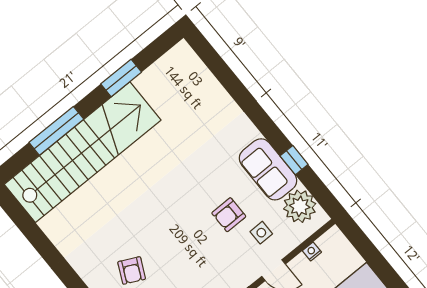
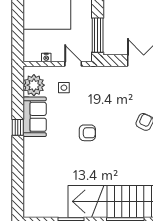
window: (294, 160) -> (18, 127), moved
armchair: (229, 215) -> (87, 133), moved

